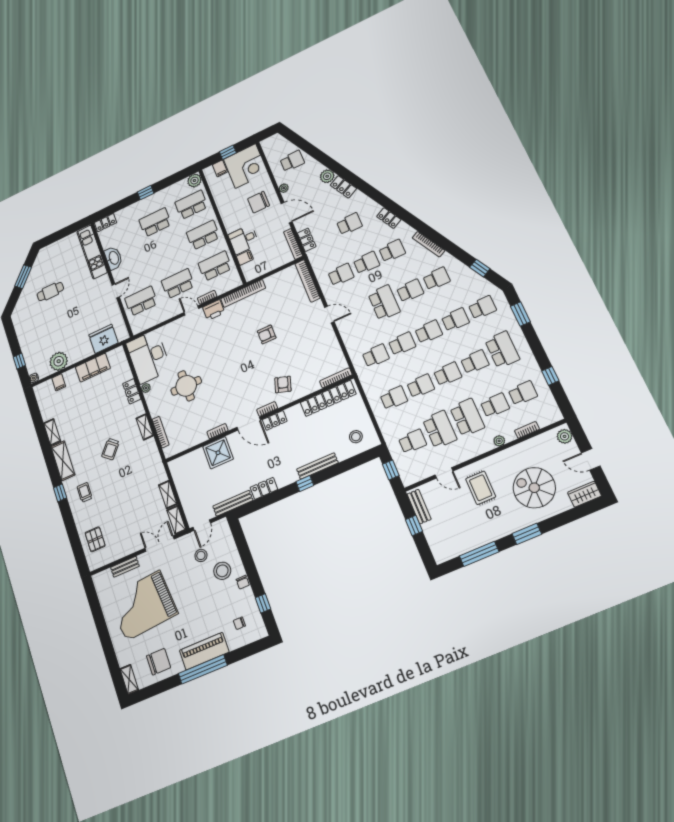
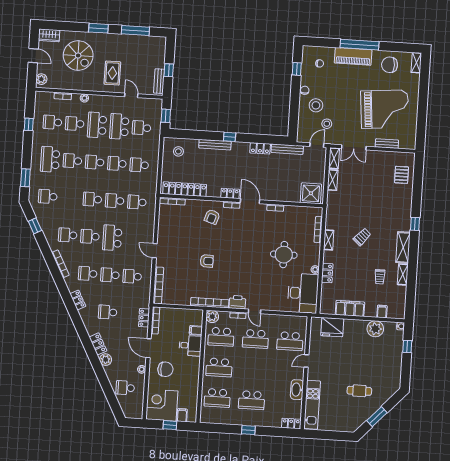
plant: (194, 181) -> (212, 317), moved
school desk: (455, 320) -> (70, 198), removed
shower: (218, 453) -> (311, 193), moved
trolley: (85, 492) -> (380, 277), moved

